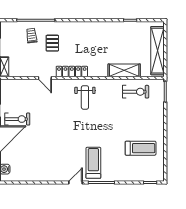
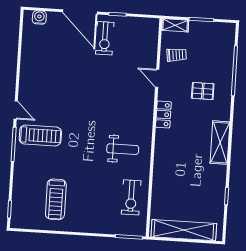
trolley: (32, 36) -> (177, 55), moved
shelving: (124, 70) -> (220, 143), moved
locker: (72, 71) -> (163, 115), width x0.66
door: (45, 78) -> (157, 78), hinge flipped
weight bench: (85, 97) -> (123, 149), moved, turned 180

